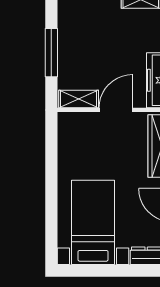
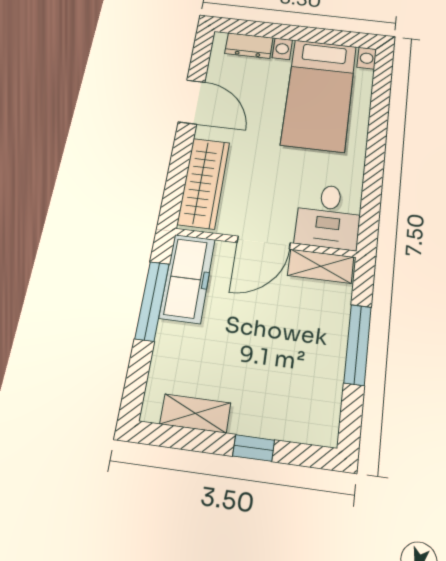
desk: (77, 133) -> (329, 216), added

